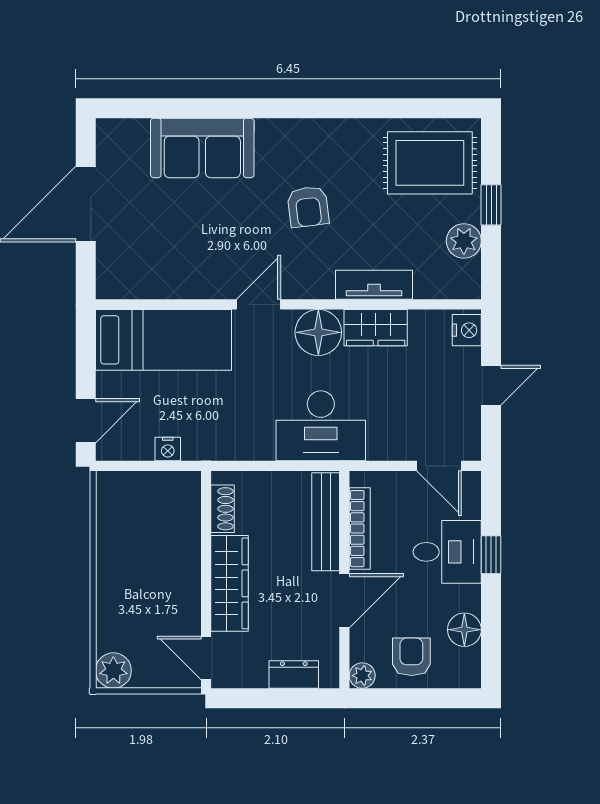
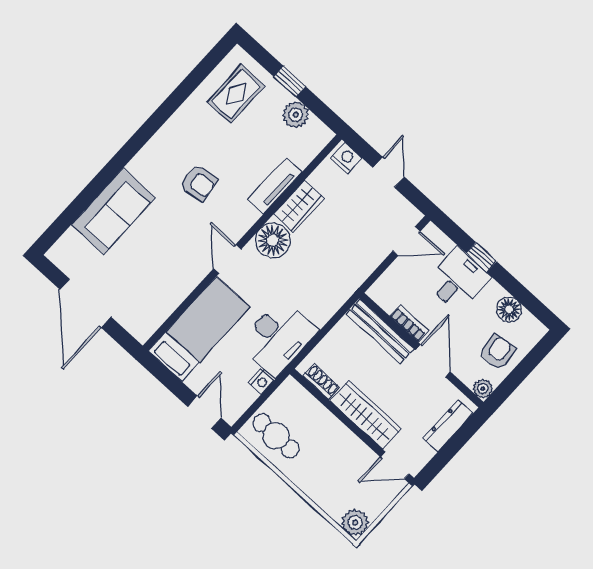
rug: (430, 163) -> (236, 94), width x0.73, depth x0.70
desk: (321, 426) -> (278, 337), moved
cafe table: (127, 513) -> (276, 436), added
bookcase: (360, 529) -> (409, 323), width x0.64
armchair: (411, 657) -> (497, 352), turned 83
dresser: (294, 674) -> (448, 426), width x1.44

